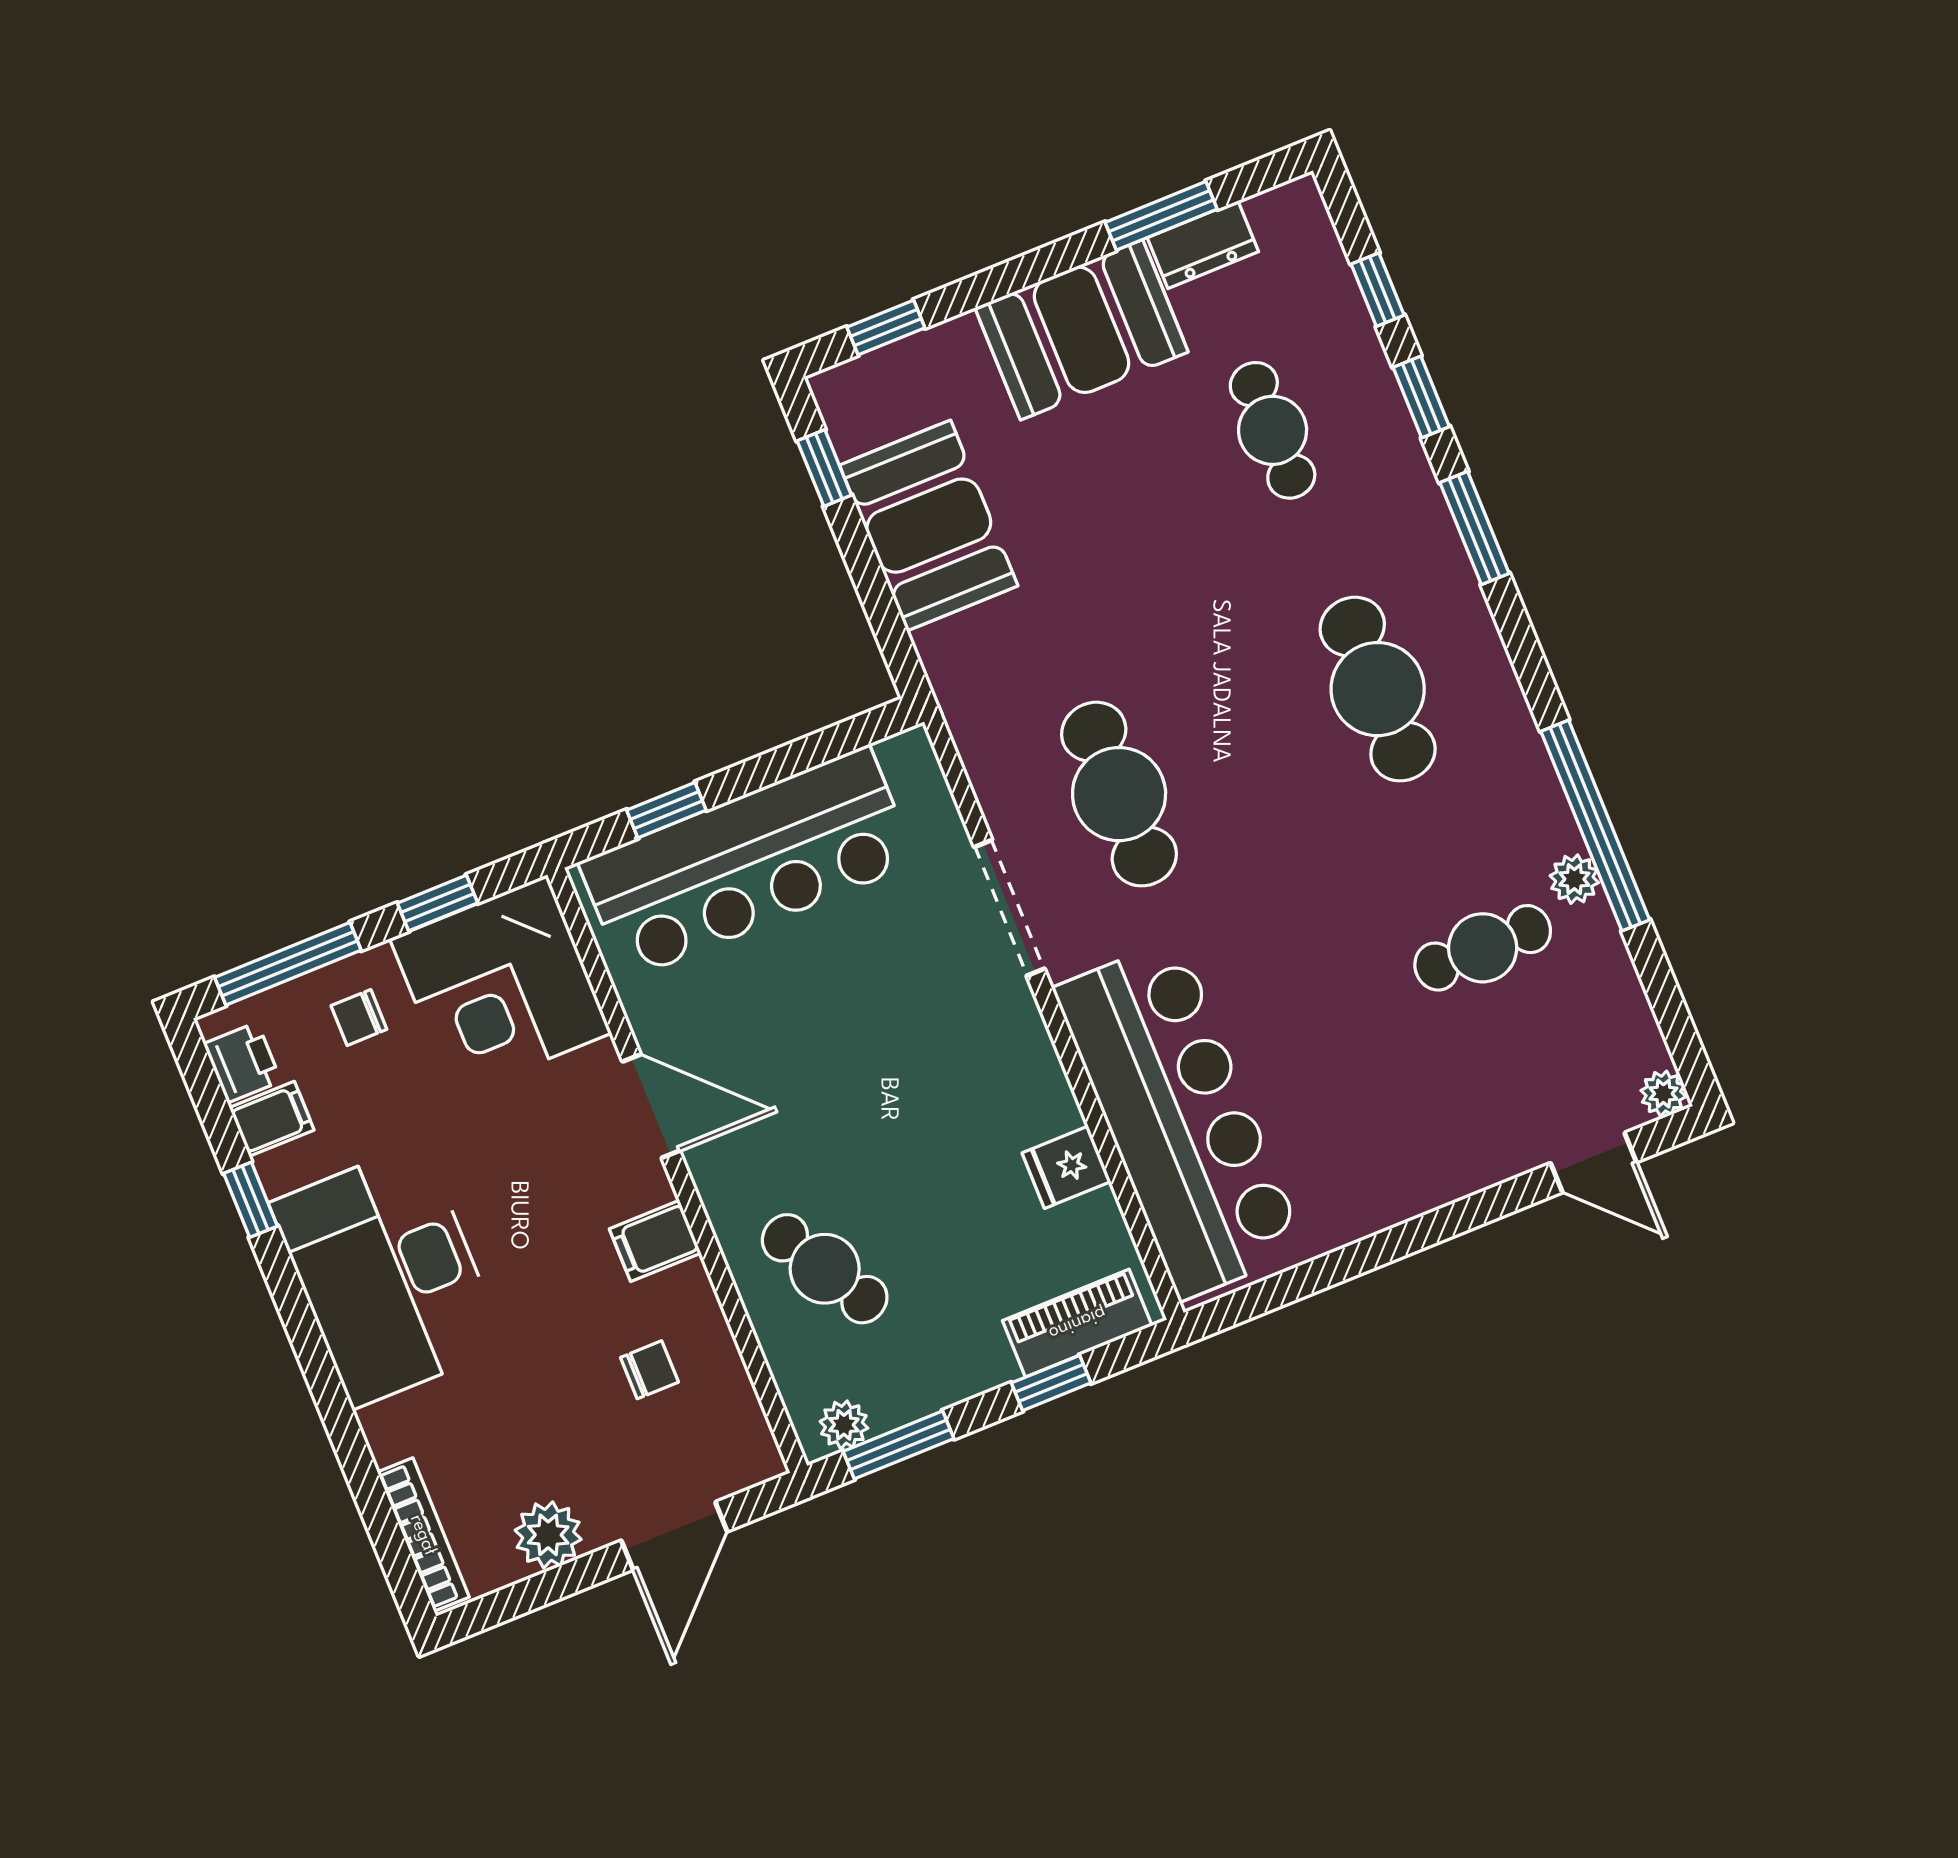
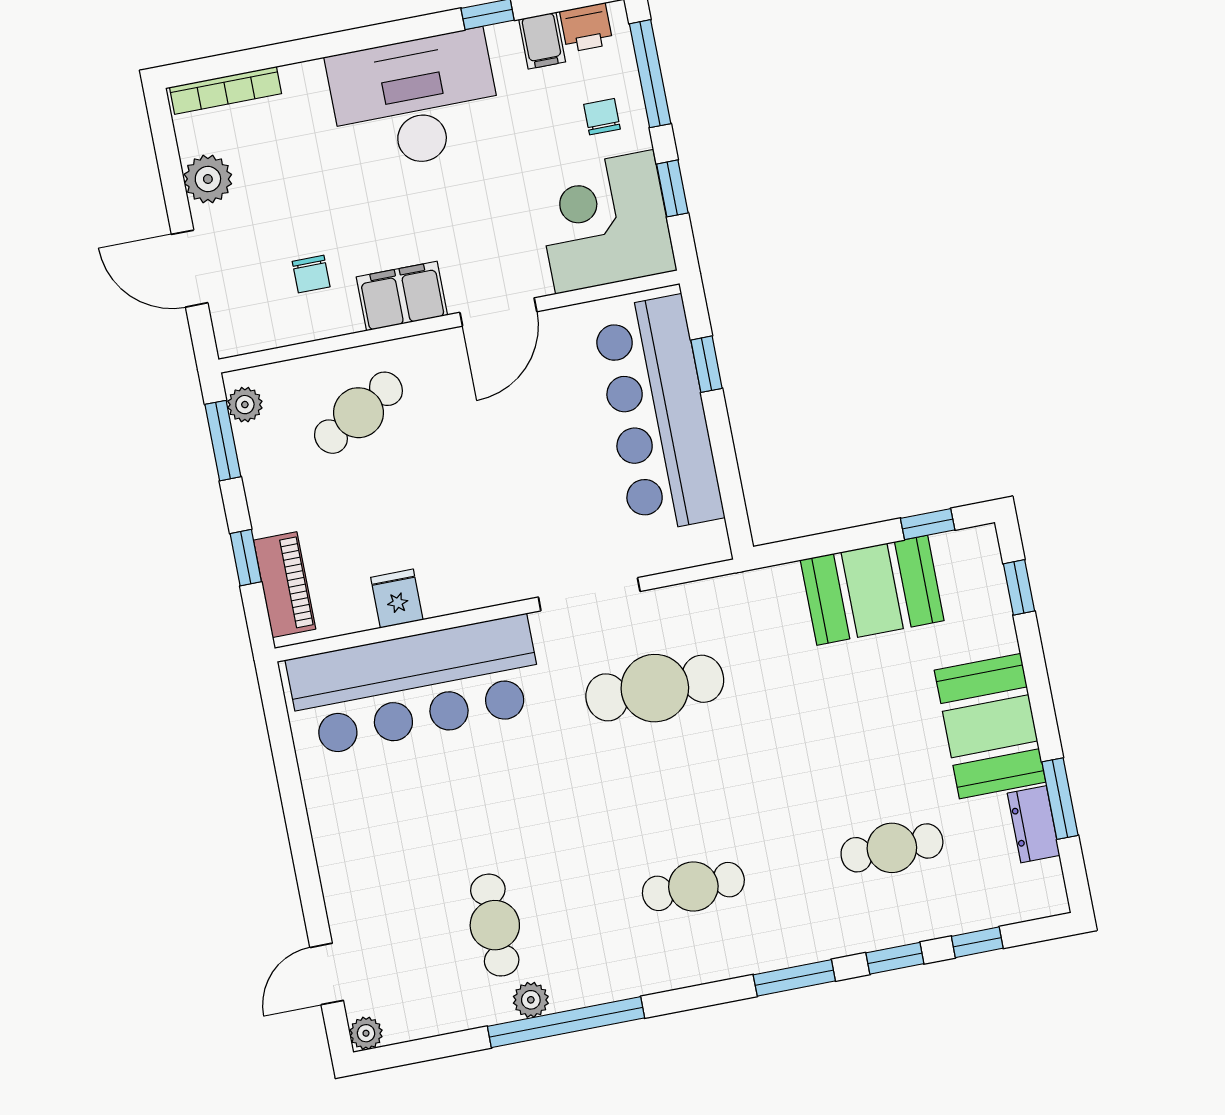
cafe table: (1378, 689) -> (693, 886), width x0.73, depth x0.74
filing cabinet: (655, 1241) -> (402, 296), width x2.00

